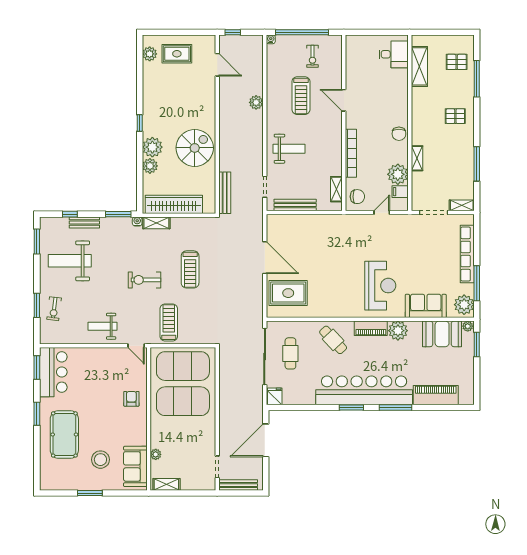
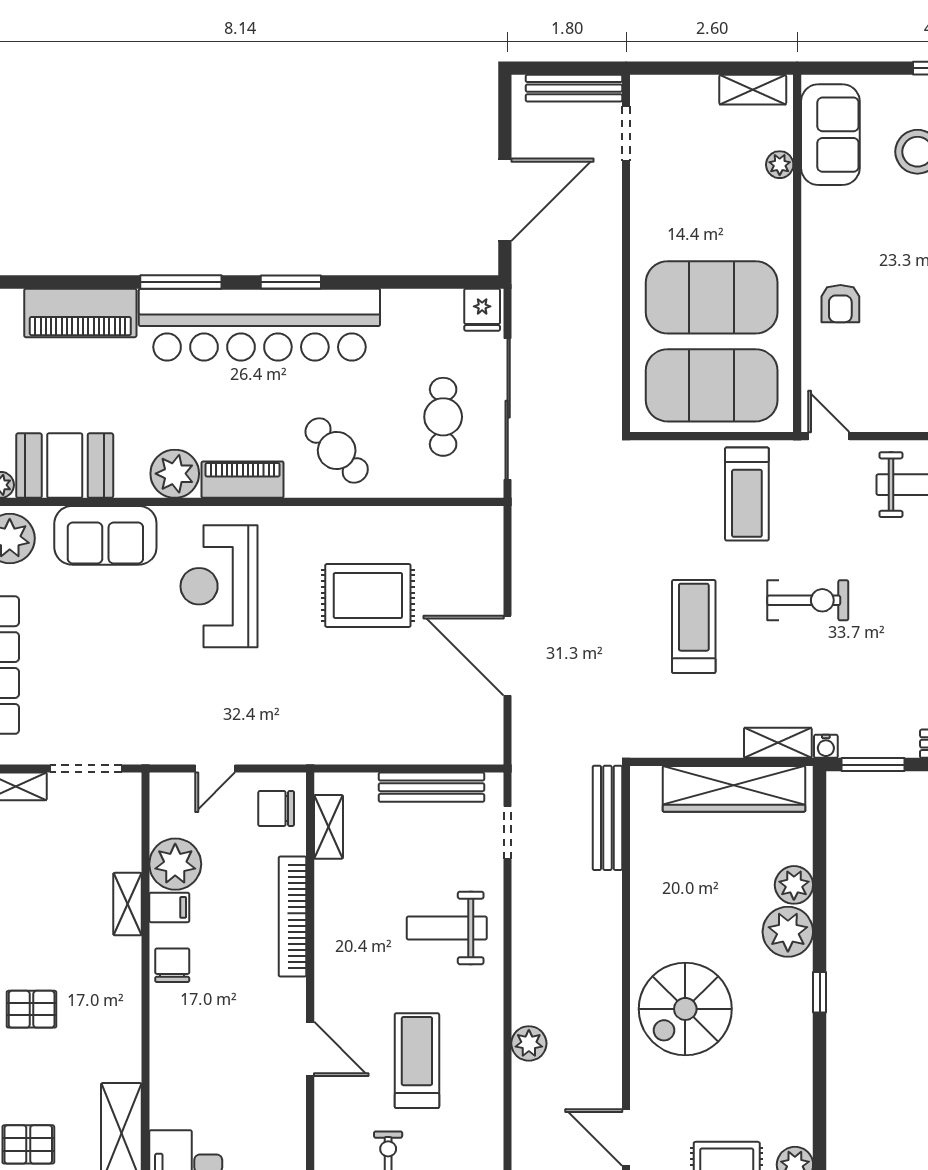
spiral stairs: (195, 148) -> (685, 1009), moved
filing cabinet: (400, 192) -> (169, 907), moved
rug: (288, 293) -> (368, 595), moved

